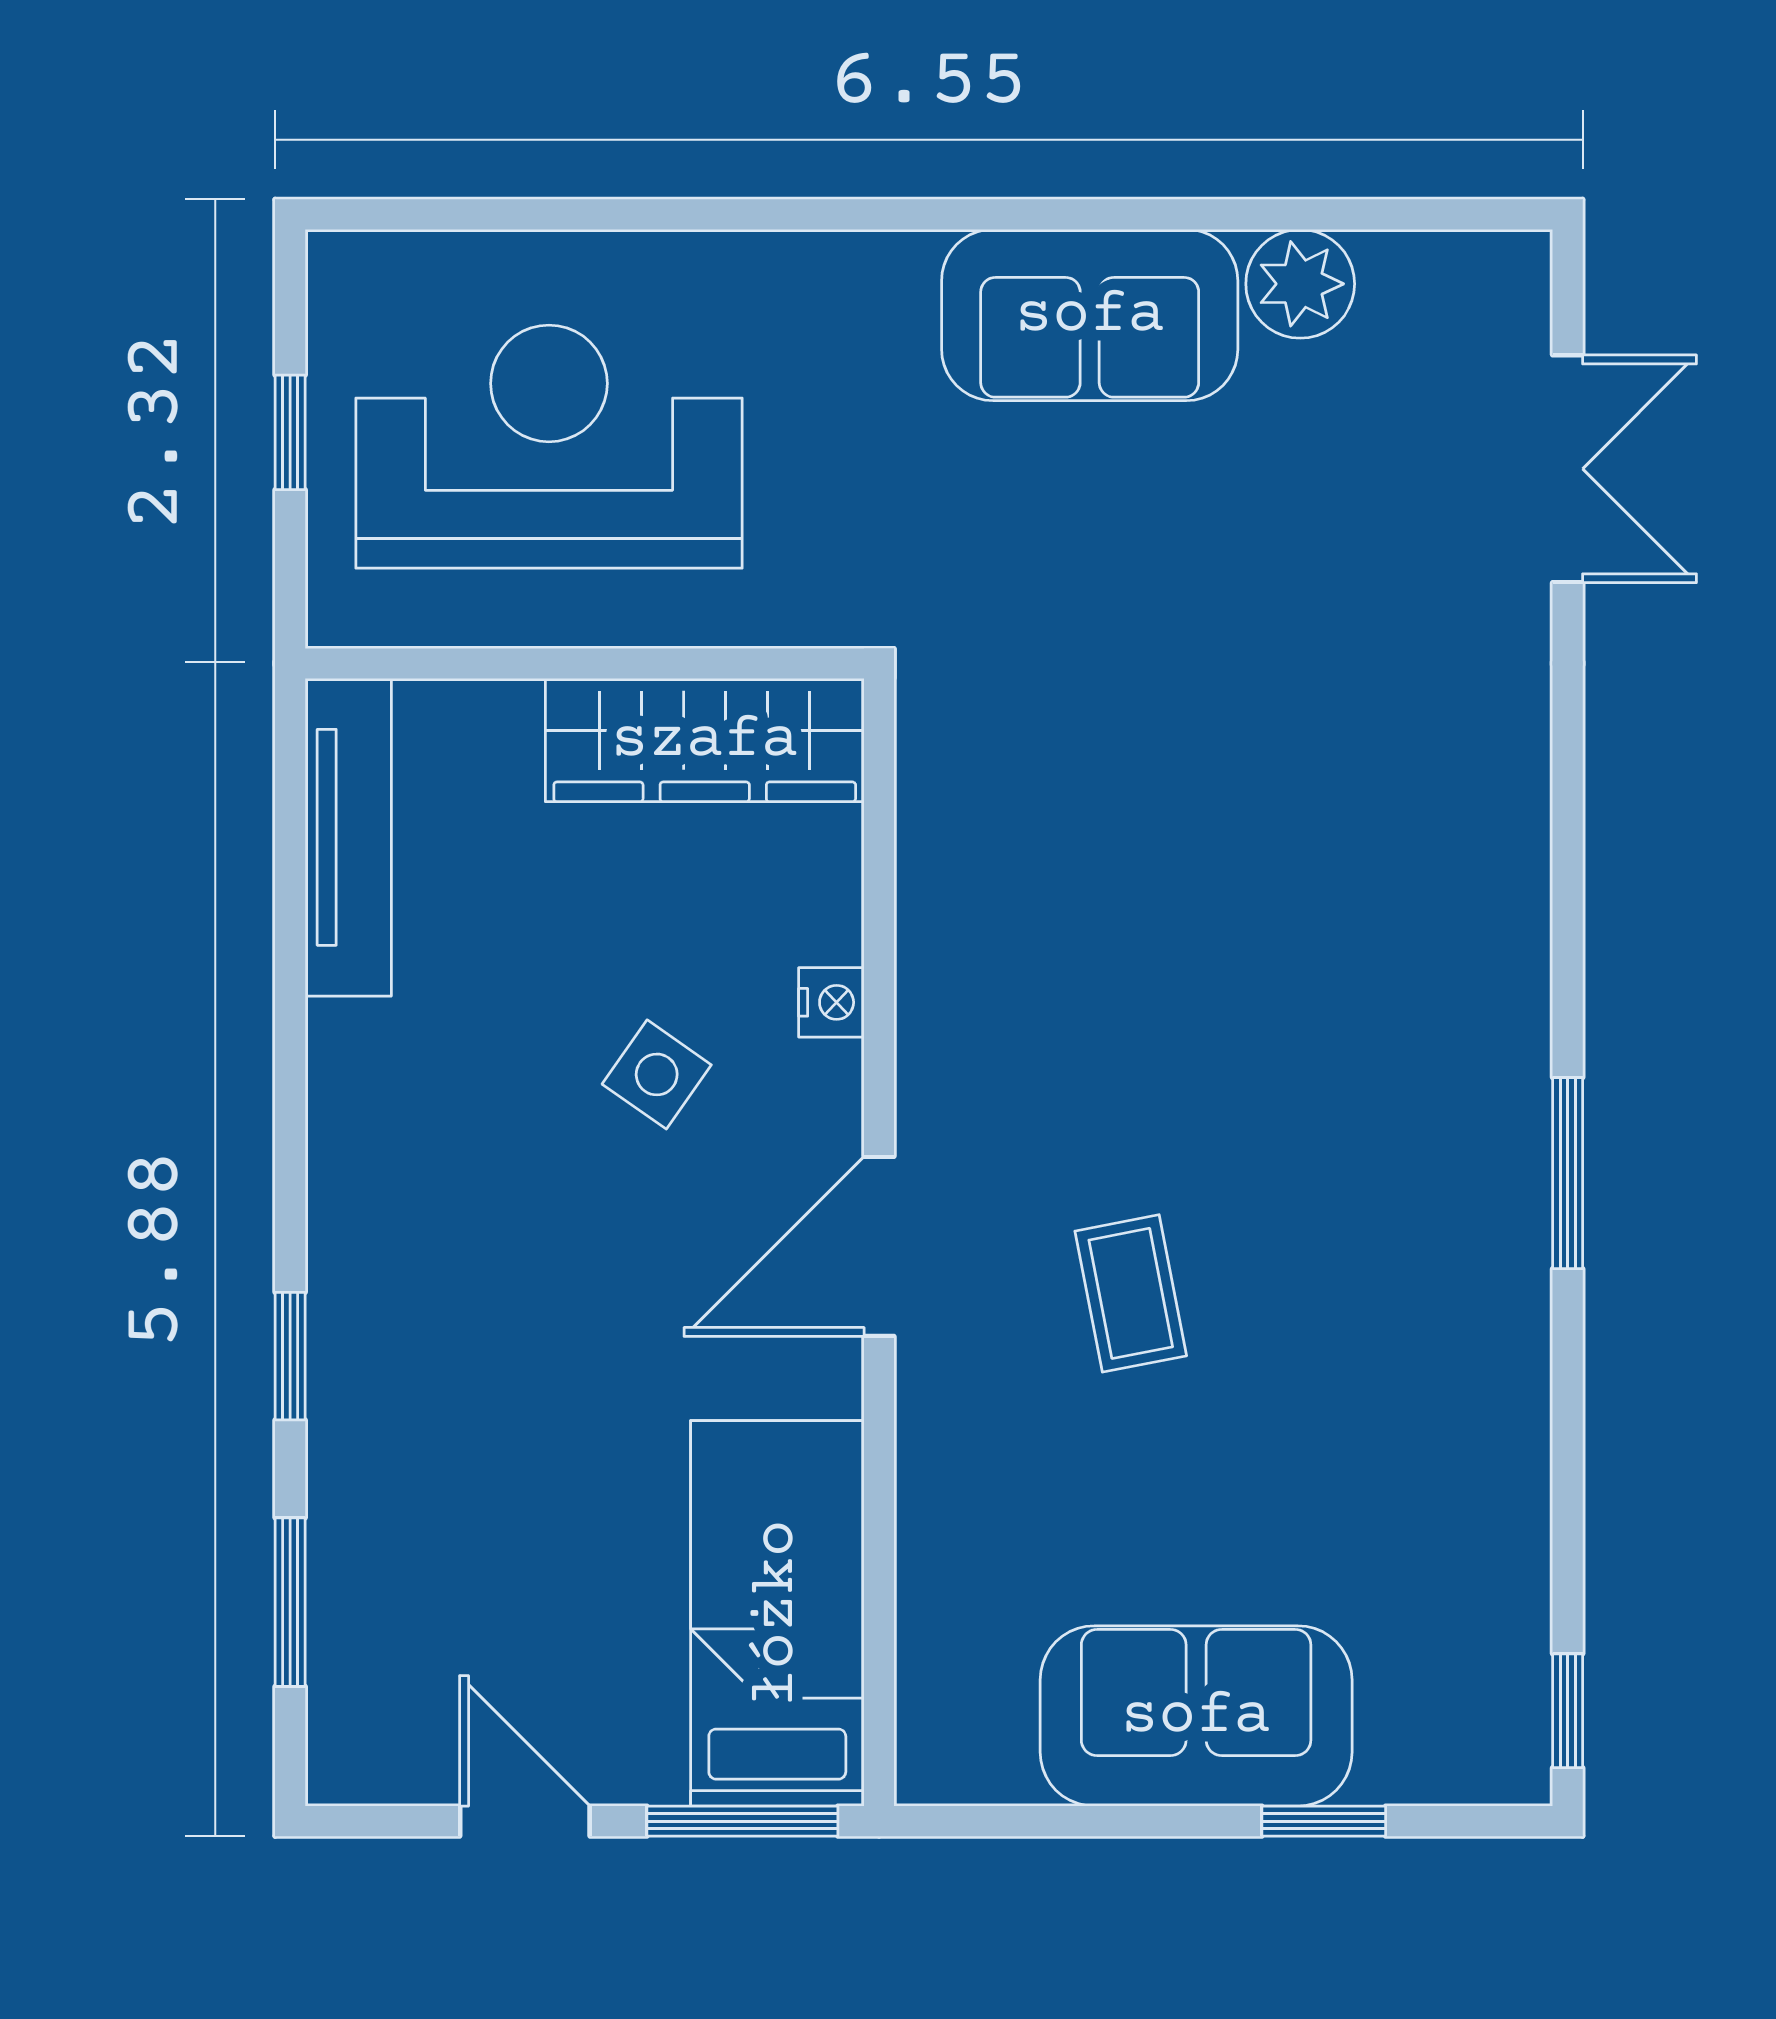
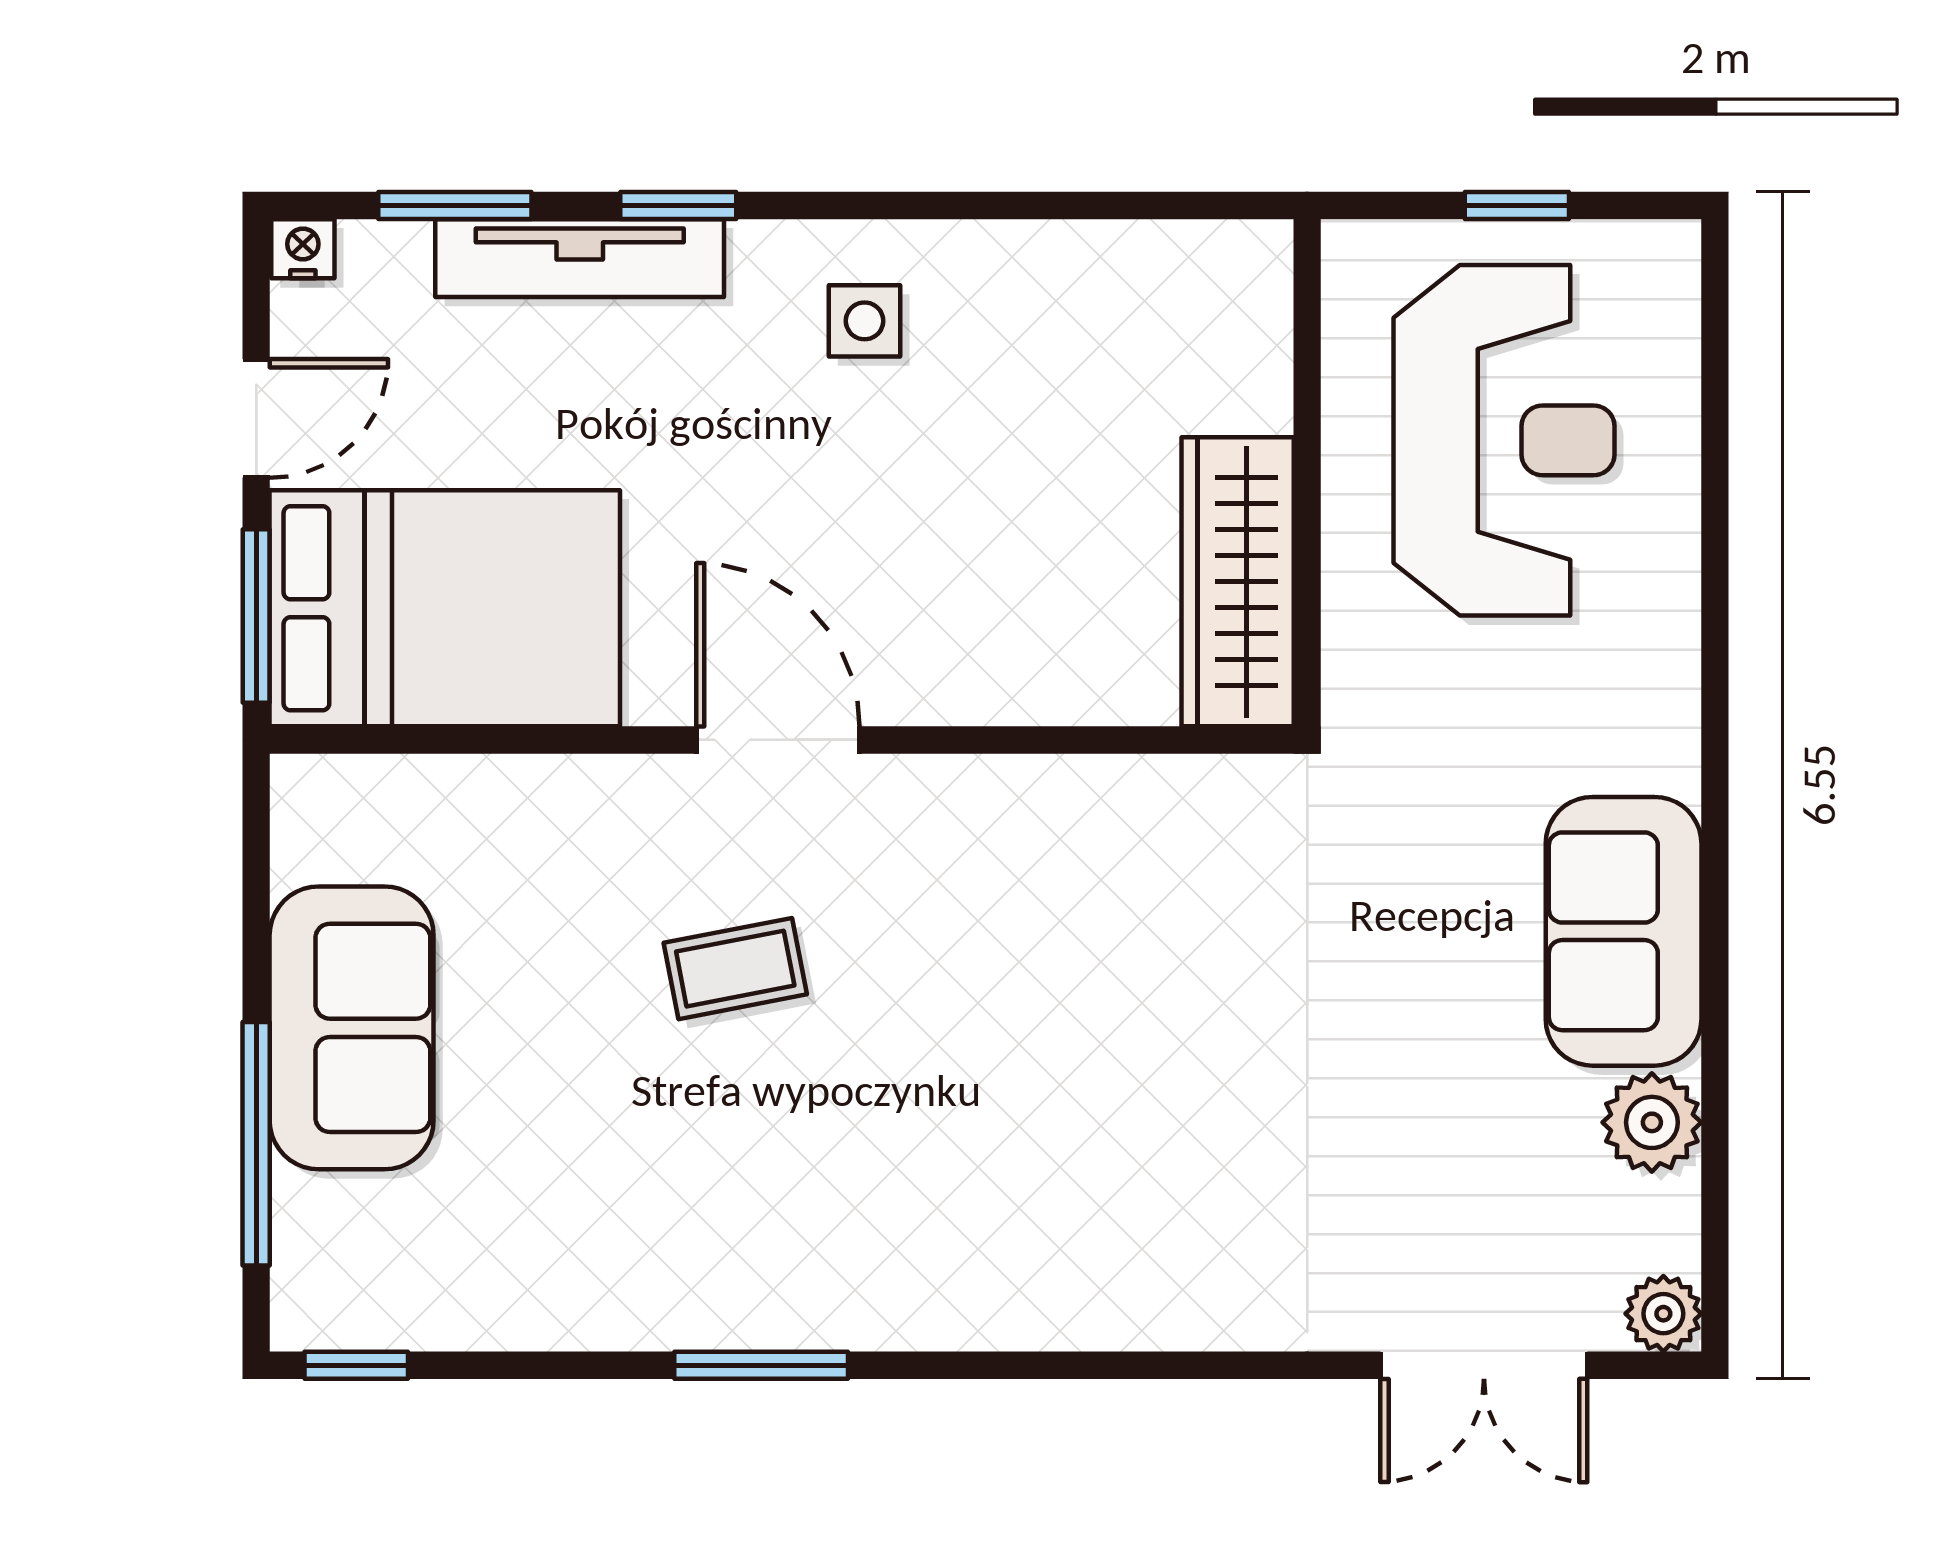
plant: (1511, 271) -> (1663, 1314), added
tv unit: (348, 837) -> (580, 258), moved
nightstand: (831, 1002) -> (303, 249), moved, turned 180
side table: (657, 1074) -> (865, 321), moved, turned -35
window: (1568, 1173) -> (761, 1365), moved
bed: (777, 1613) -> (445, 608), width x1.50
window: (1324, 1821) -> (256, 1144), width x2.17

